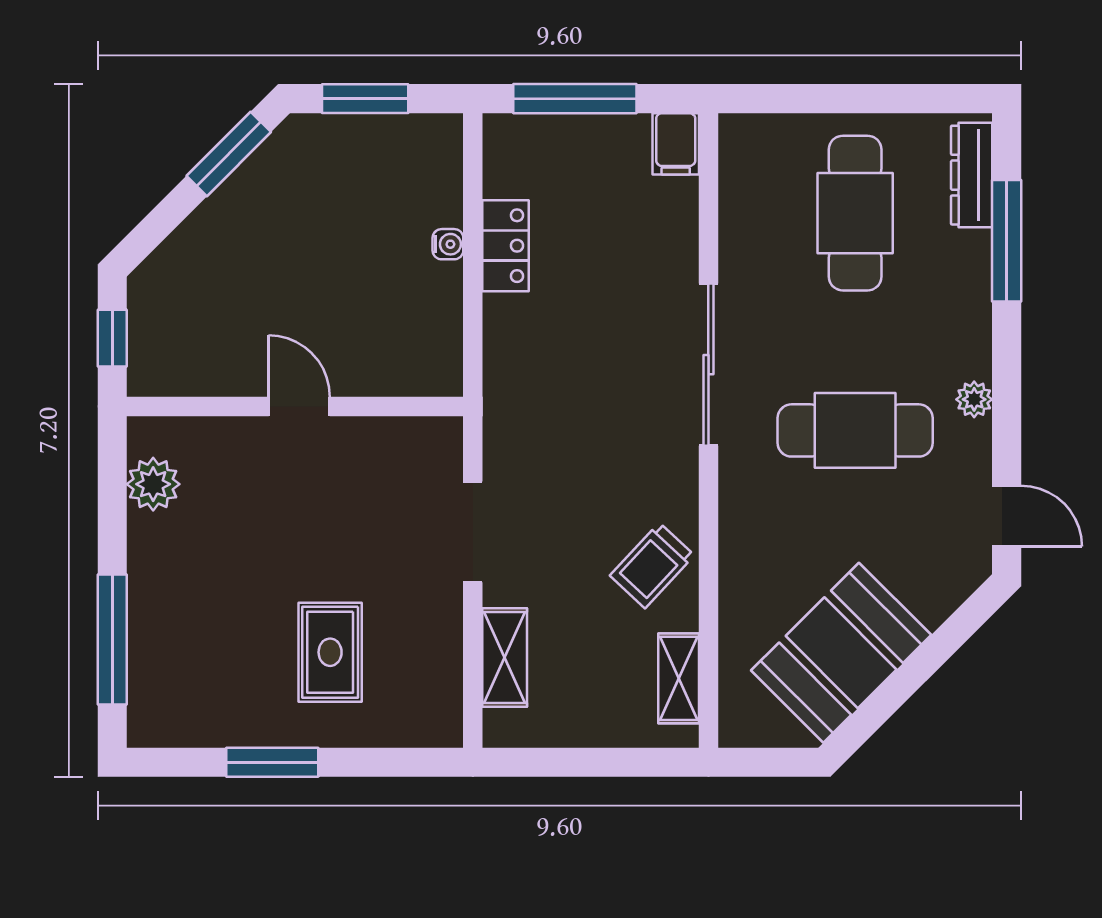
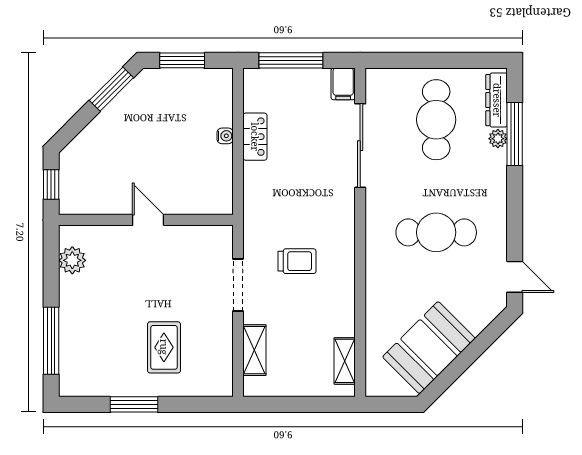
sliding door: (708, 365) -> (360, 146), moved
plant: (974, 399) -> (498, 139), moved
trolley: (652, 565) -> (297, 261), moved, turned -133

